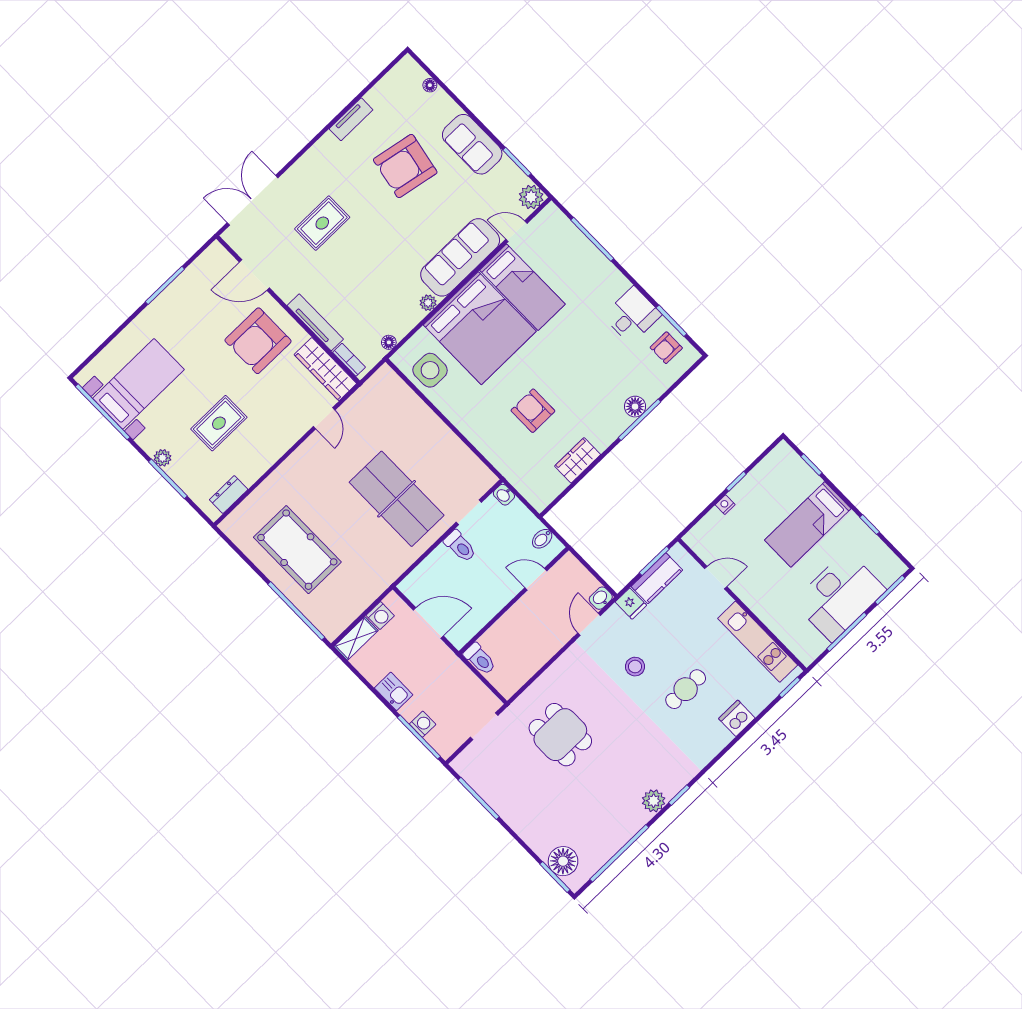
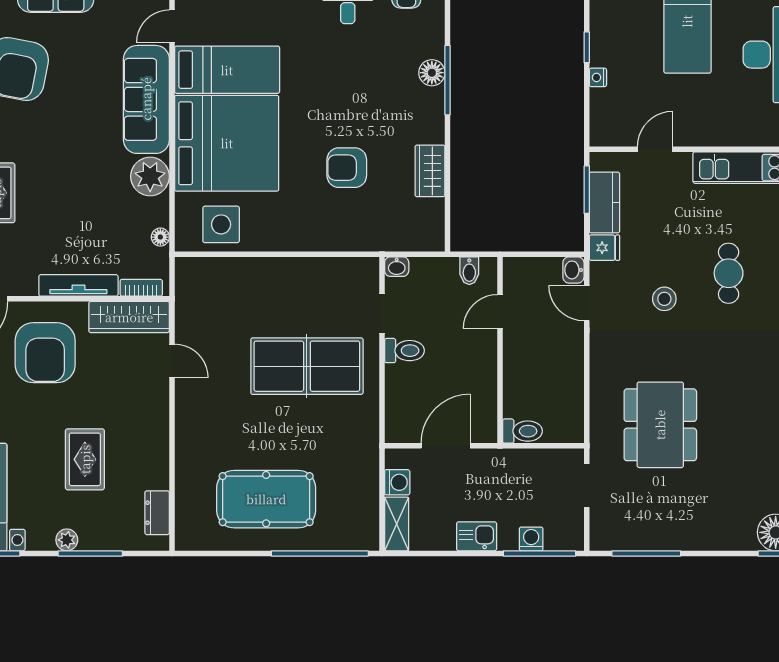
plant: (428, 303) -> (150, 176), width x1.88, depth x1.88
dining table: (560, 735) -> (660, 425), width x1.38

